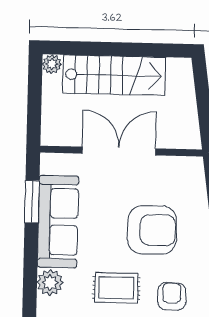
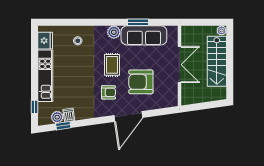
window: (32, 202) -> (138, 22), moved
armchair: (152, 230) -> (141, 82), turned 90

